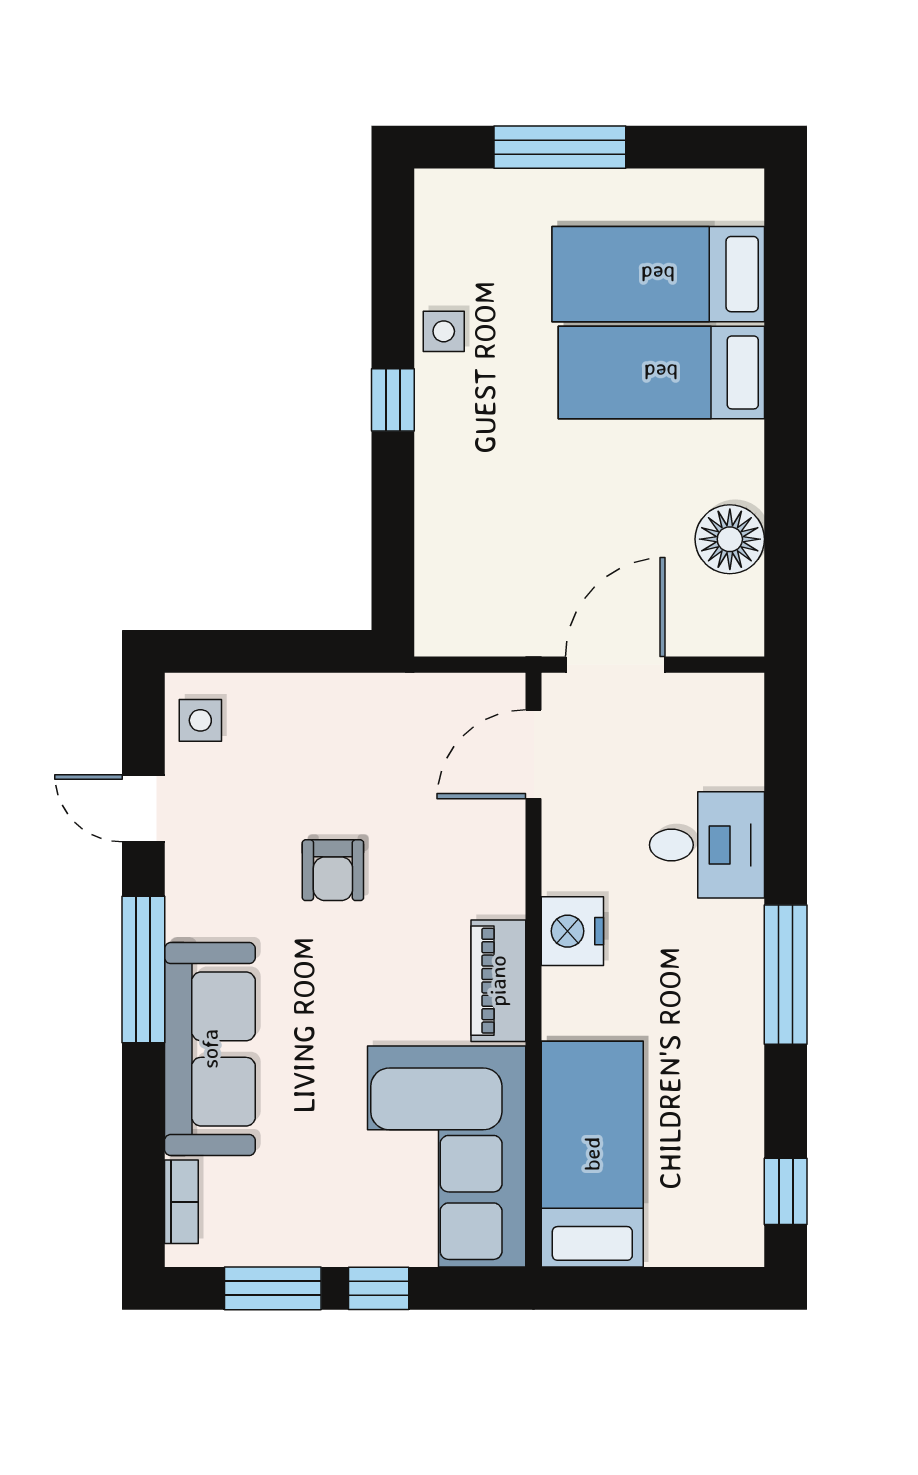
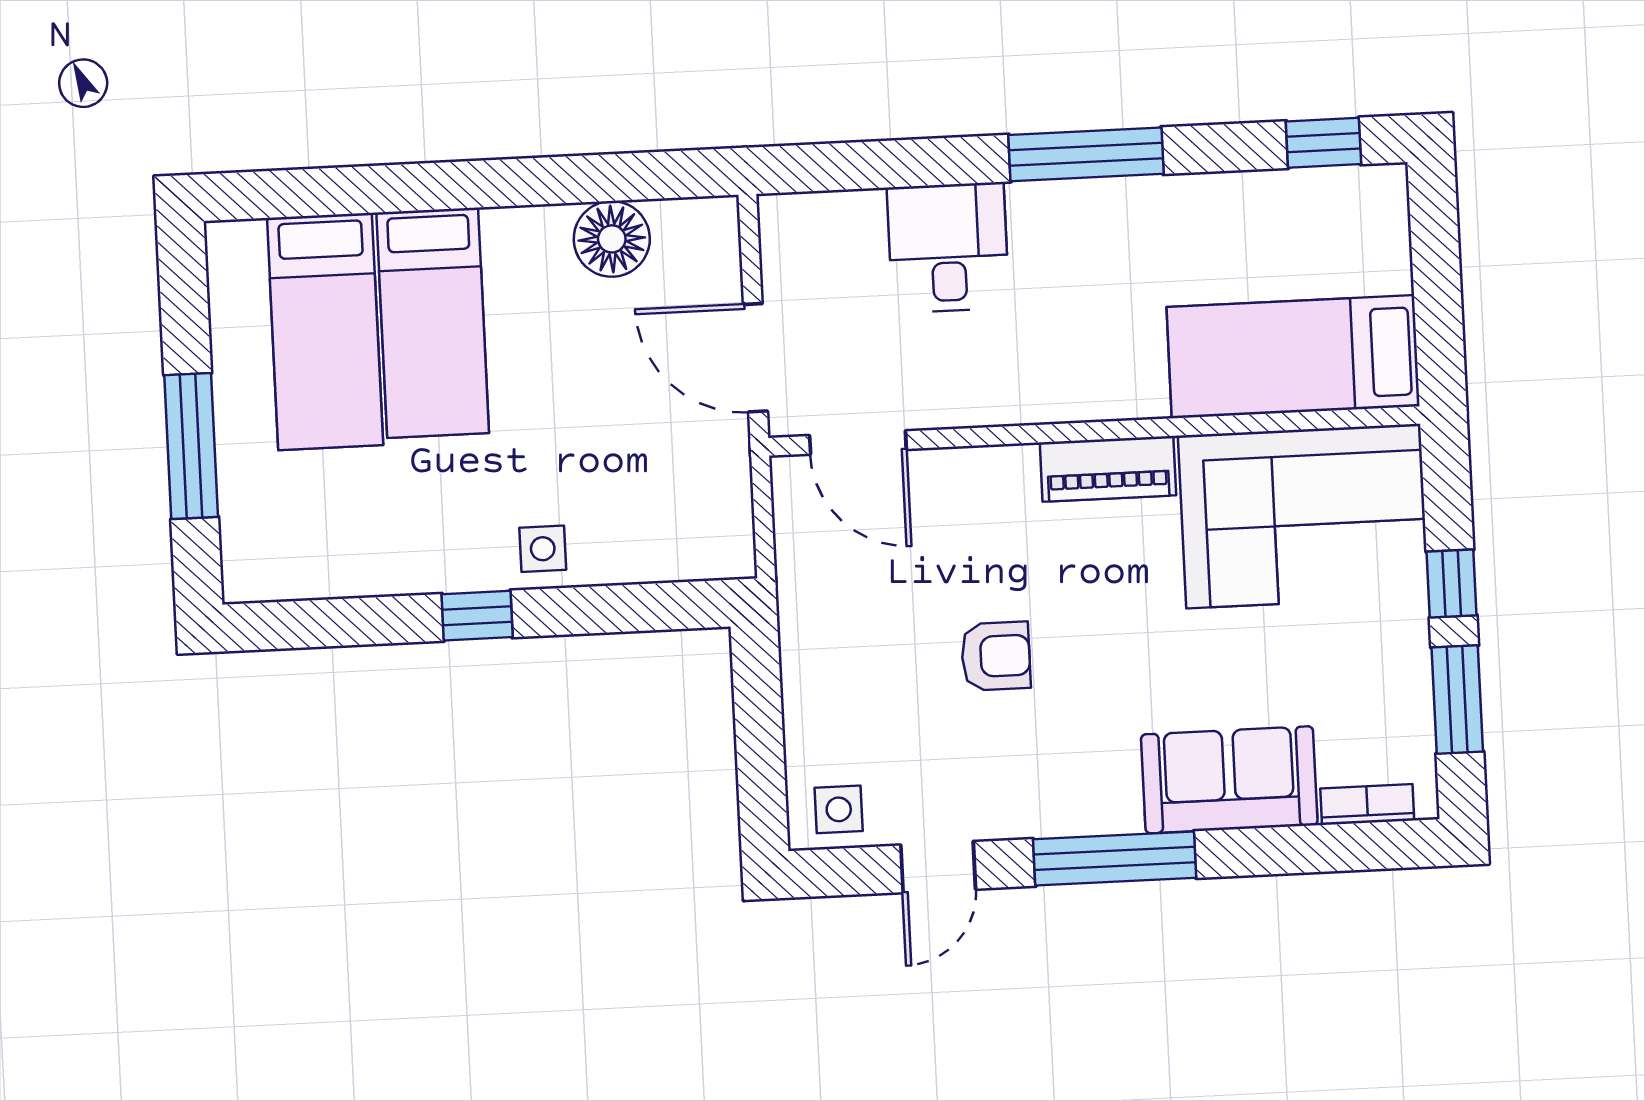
side table: (444, 331) -> (543, 549), moved
nightstand: (572, 931) -> (1050, 390), removed
sofa: (210, 1049) -> (1229, 780), width x0.73

